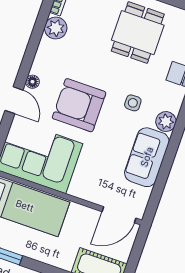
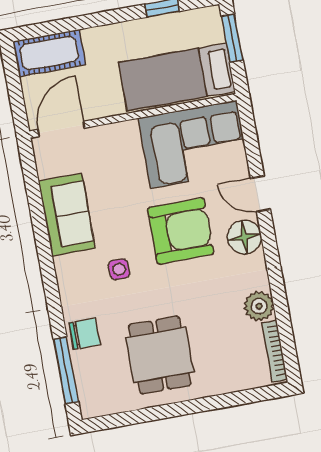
floor lamp: (32, 82) -> (244, 237), width x1.89, depth x1.89
plant: (166, 122) -> (68, 269), removed

